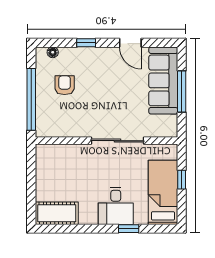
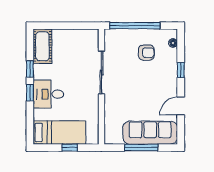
sliding door: (117, 141) -> (101, 73), moved
window: (85, 229) -> (30, 69), added
window: (129, 229) -> (30, 93), moved

